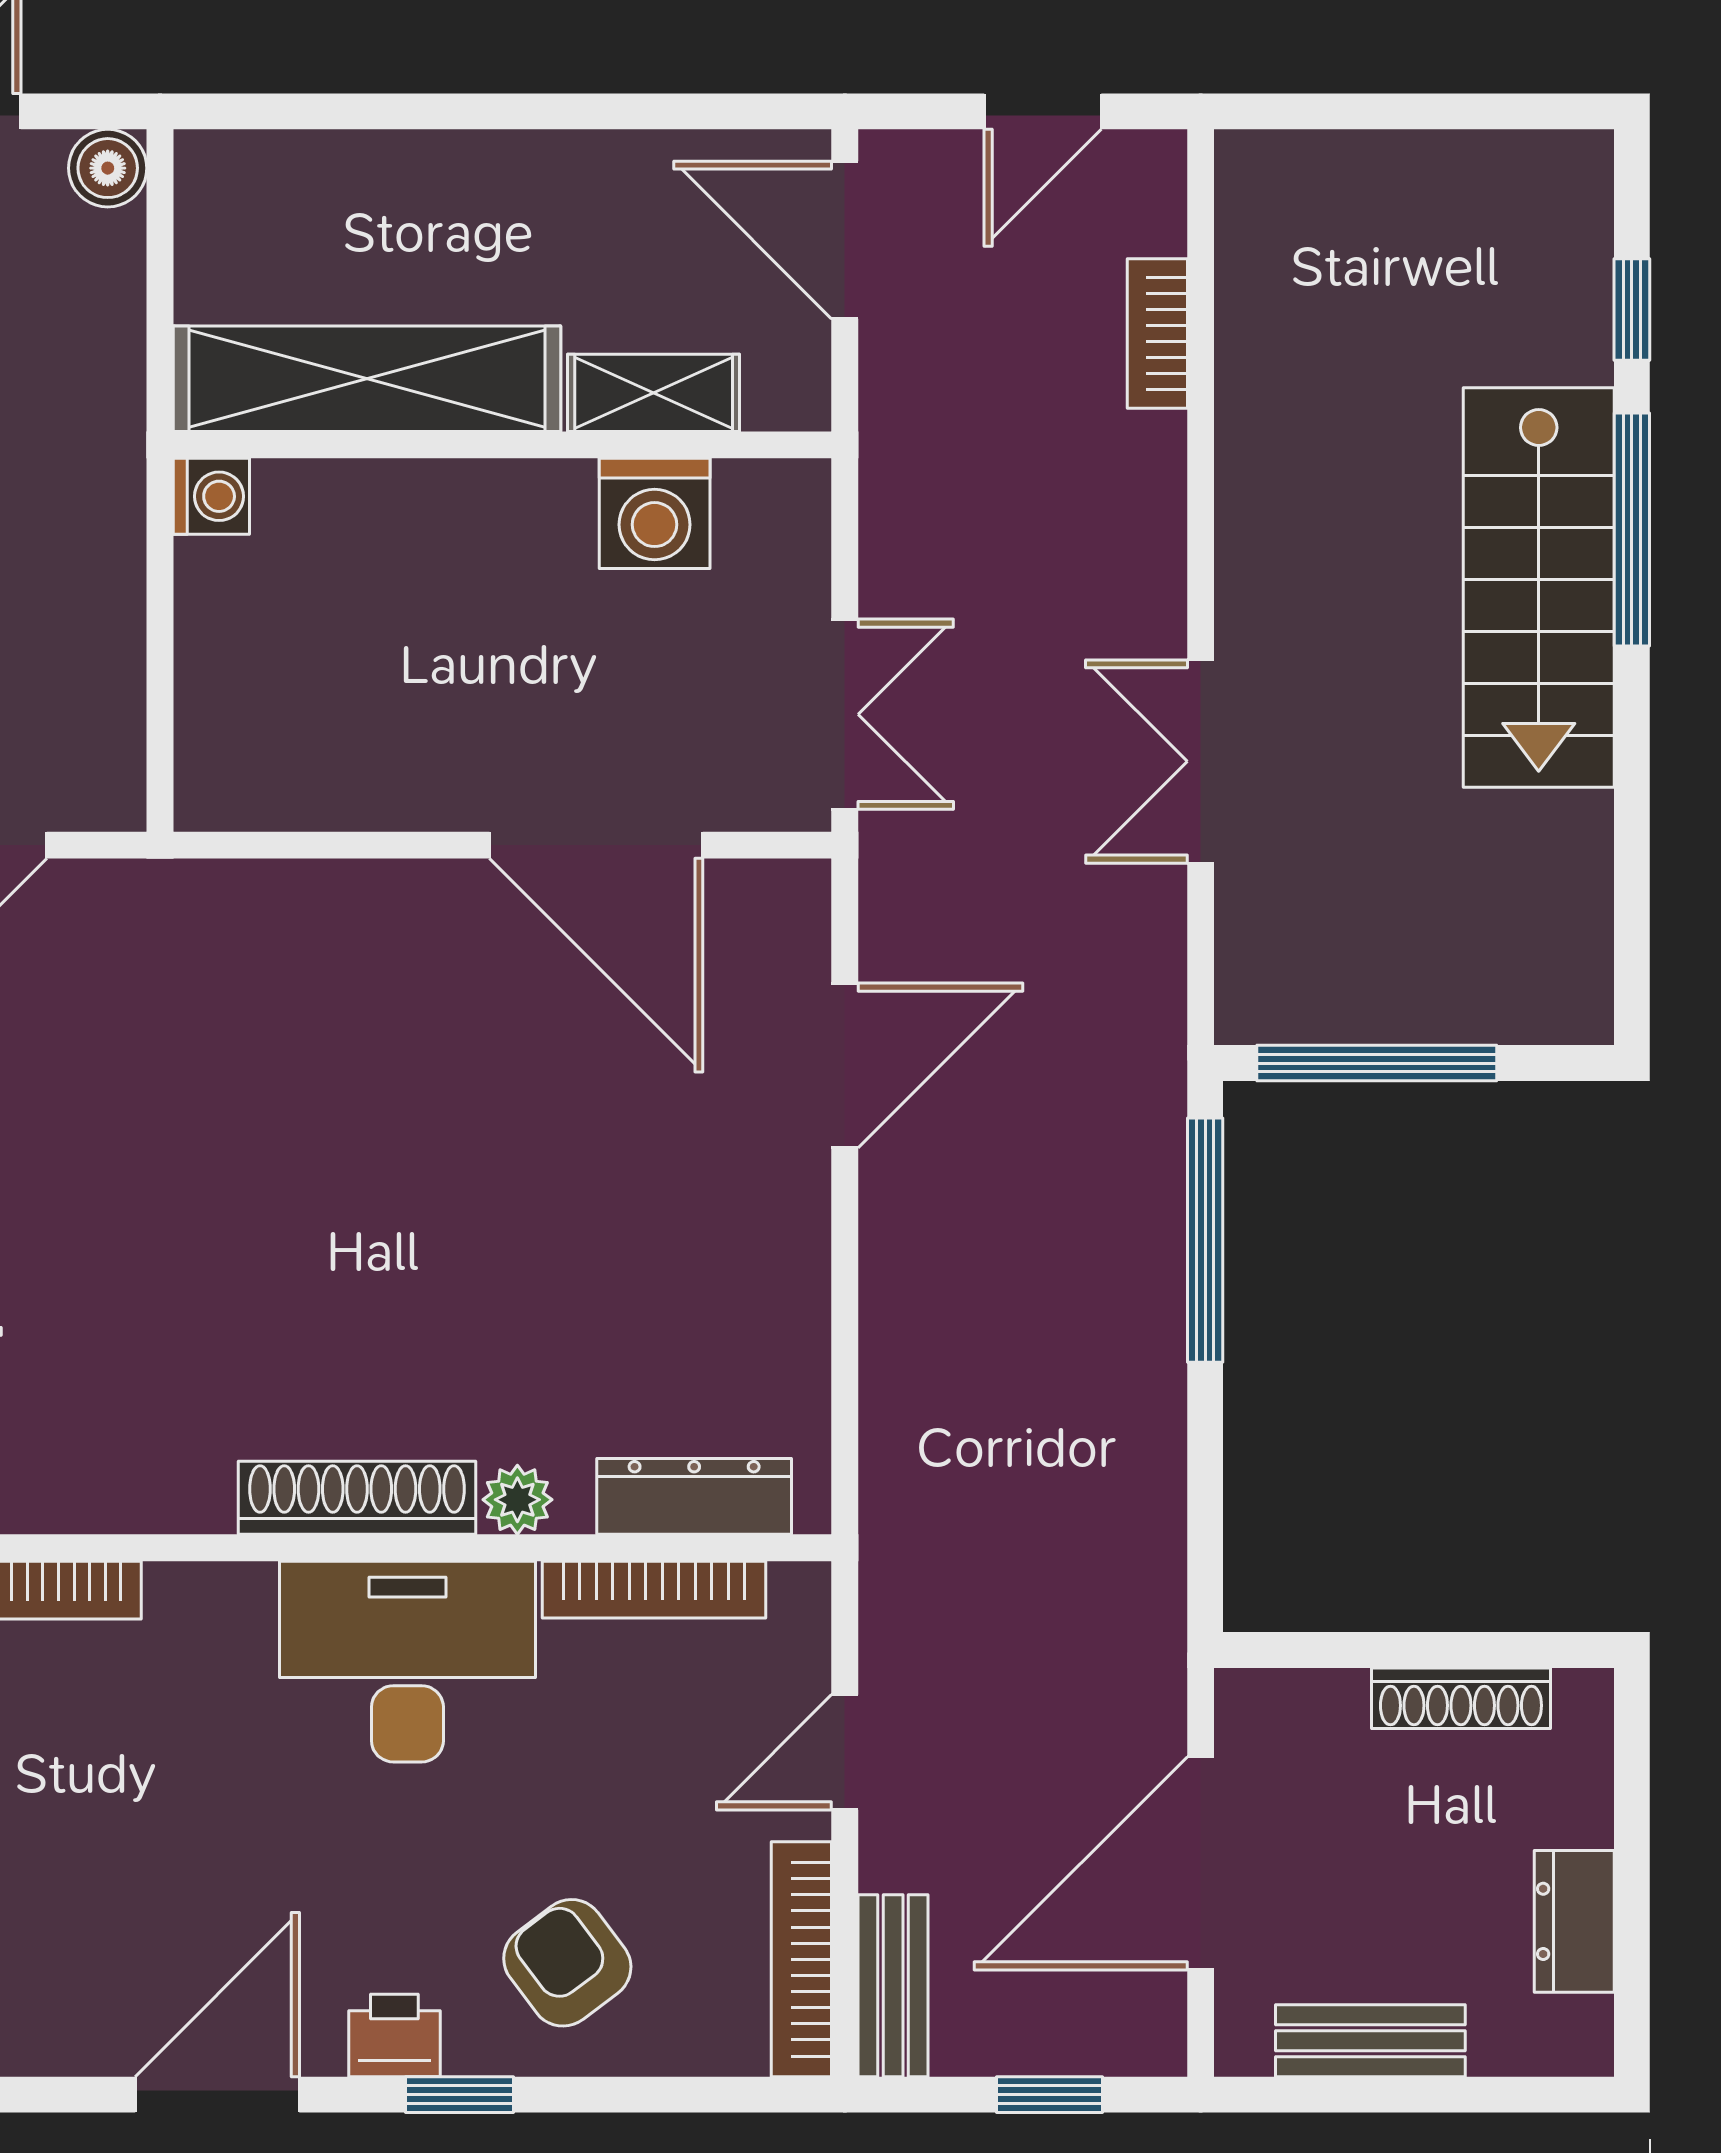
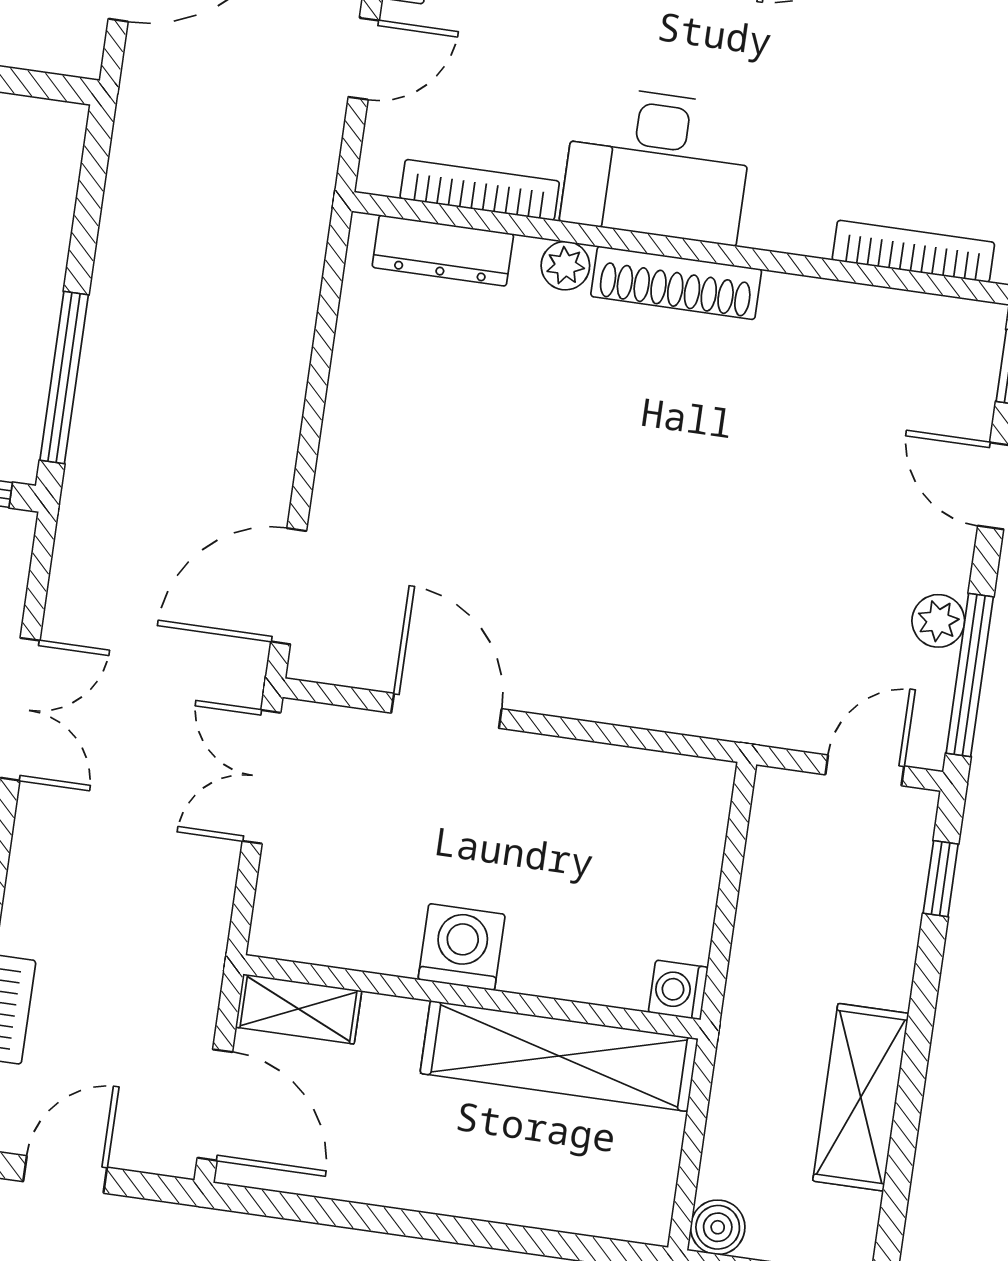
shelving: (654, 393) -> (299, 1009), moved
washing machine: (655, 513) -> (462, 947), moved
door: (596, 845) -> (446, 711), width x0.73
door: (845, 1065) -> (289, 586), moved

